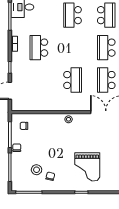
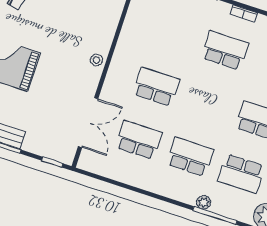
school desk: (73, 80) -> (156, 87), turned 180

